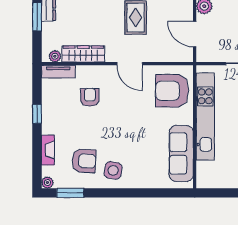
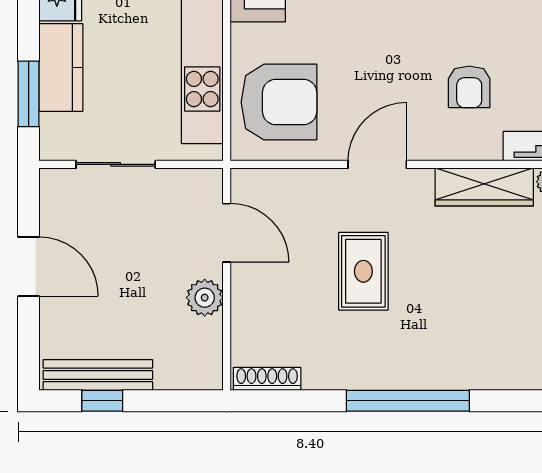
door: (130, 64) -> (377, 164), hinge flipped

